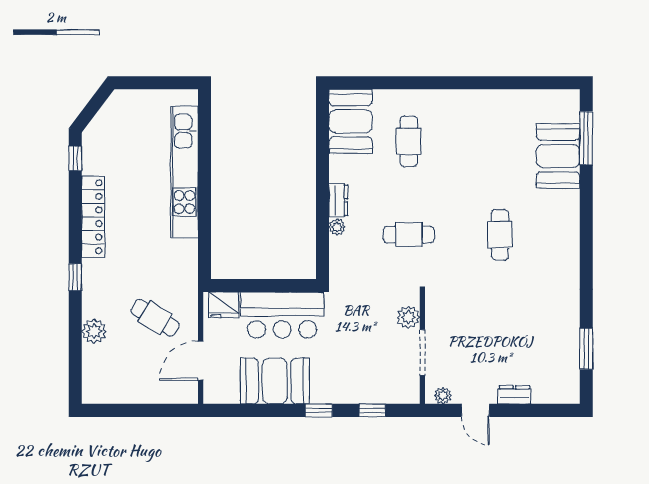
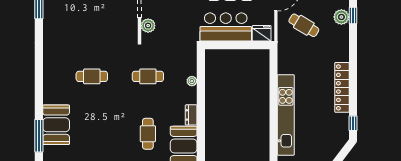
dresser: (338, 200) -> (191, 115), moved
cafe table: (500, 235) -> (92, 76), turned 90
window: (75, 277) -> (353, 16), moved

